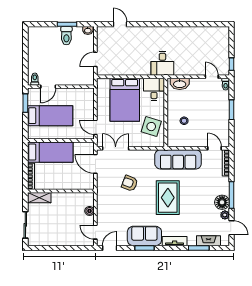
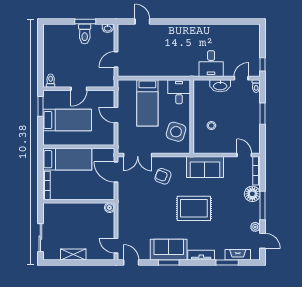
desk: (162, 63) -> (211, 64), moved
door: (212, 77) -> (241, 78), hinge flipped
washbasin: (180, 84) -> (220, 86), moved
door: (48, 87) -> (79, 89), moved
bed: (125, 100) -> (147, 103), width x0.67
door: (95, 127) -> (116, 115), moved
double door: (116, 148) -> (138, 155), swing flipped
sofa: (178, 159) -> (205, 167), width x0.73
armchair: (130, 183) -> (163, 176), moved
shelving: (39, 198) -> (73, 254), moved
rug: (168, 198) -> (194, 208), turned 90
floor lamp: (222, 202) -> (252, 194), moved
boiler: (89, 211) -> (110, 208), moved
door: (110, 248) -> (131, 263), hinge flipped

